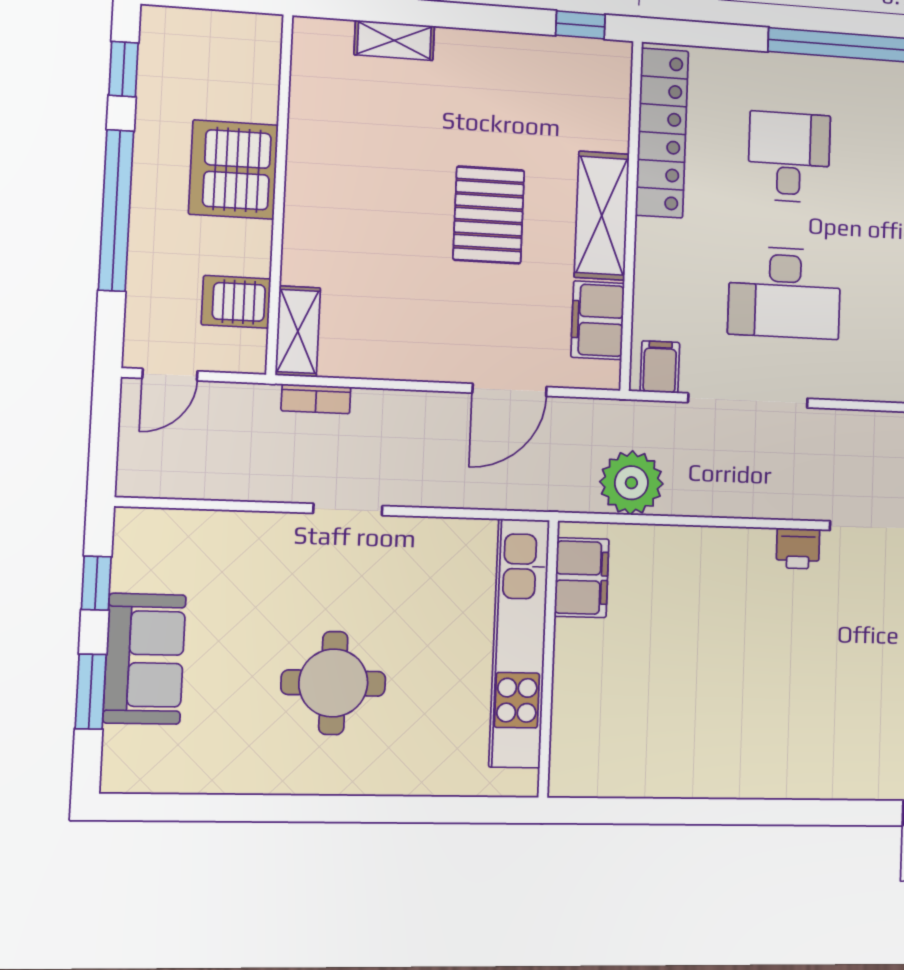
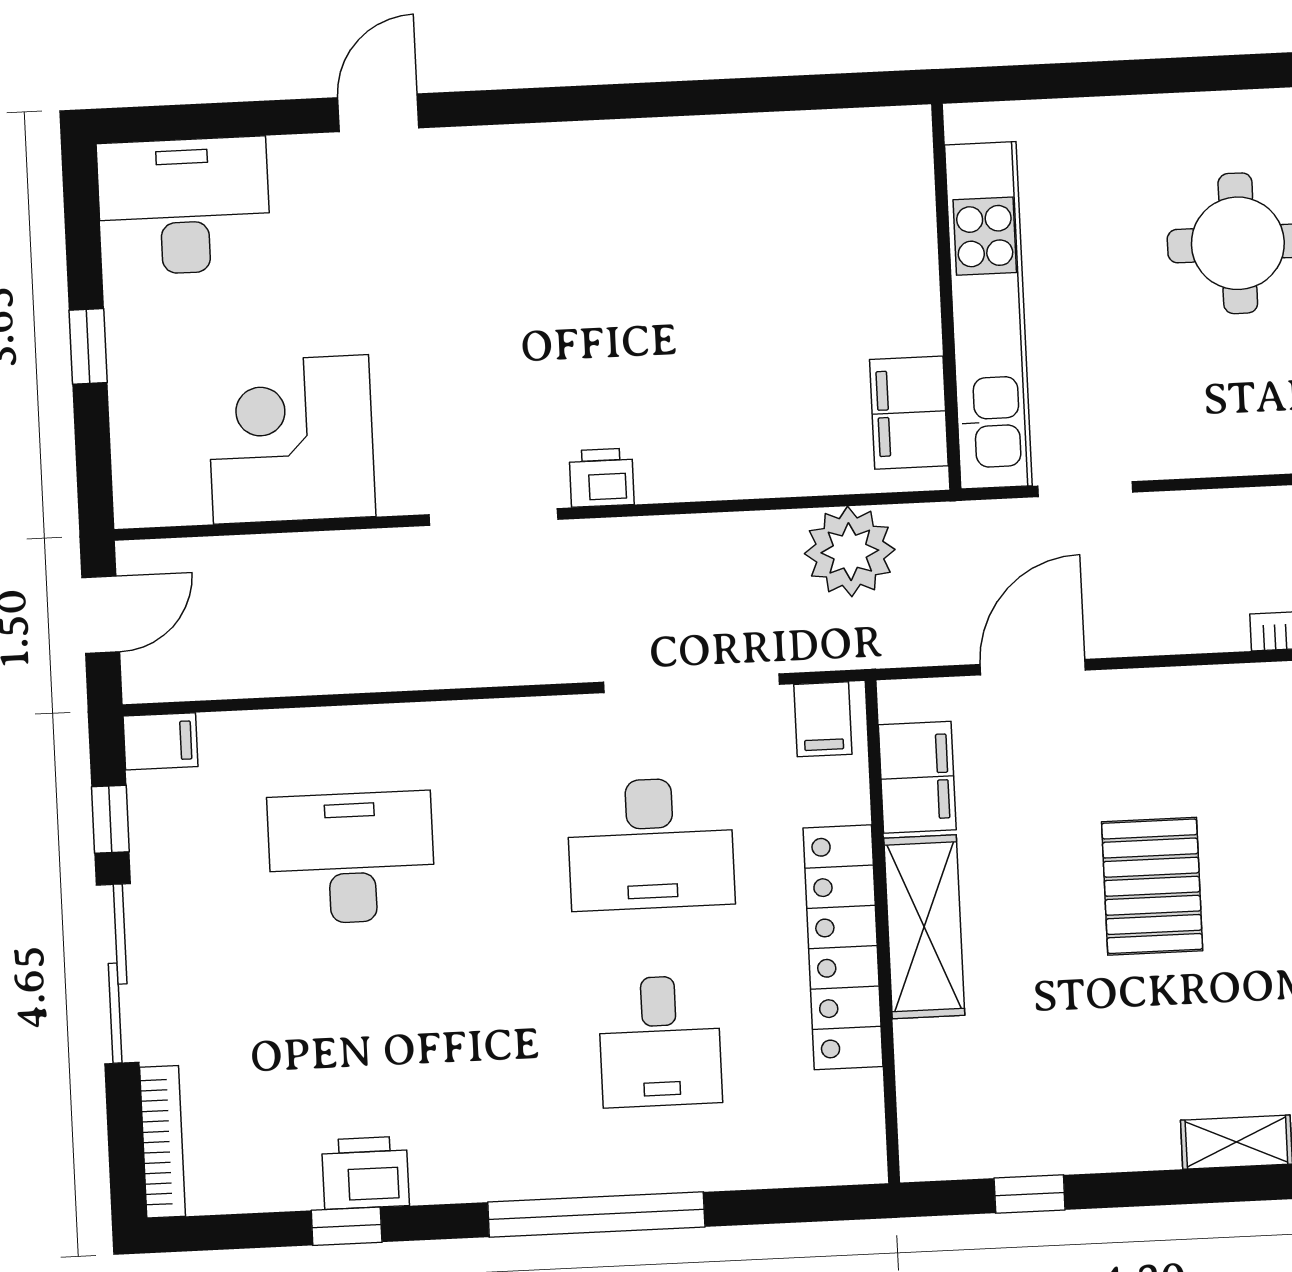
window: (580, 25) -> (1030, 1194), moved
locker: (662, 133) -> (843, 947), moved
pallet: (489, 215) -> (1152, 886), moved
desk: (785, 293) -> (651, 844), turned 180
doorway: (348, 509) -> (1085, 489), moved

